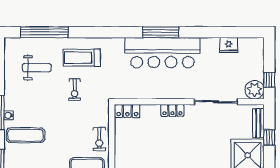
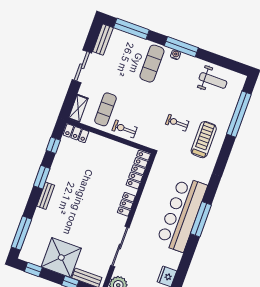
weight bench: (37, 68) -> (213, 80), moved, turned -90
locker: (127, 111) -> (138, 170), width x1.53

